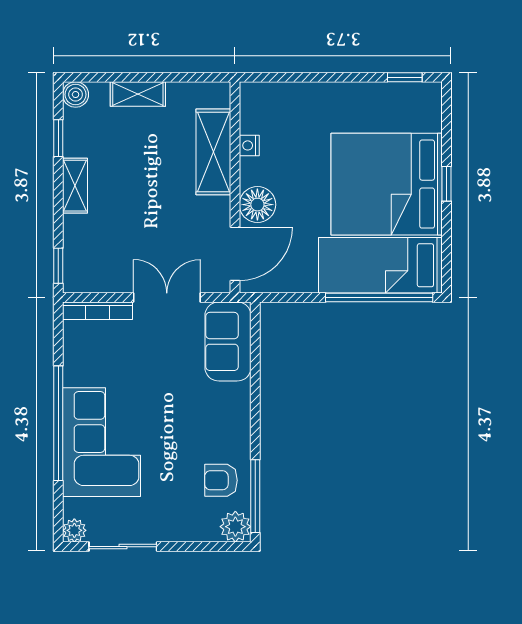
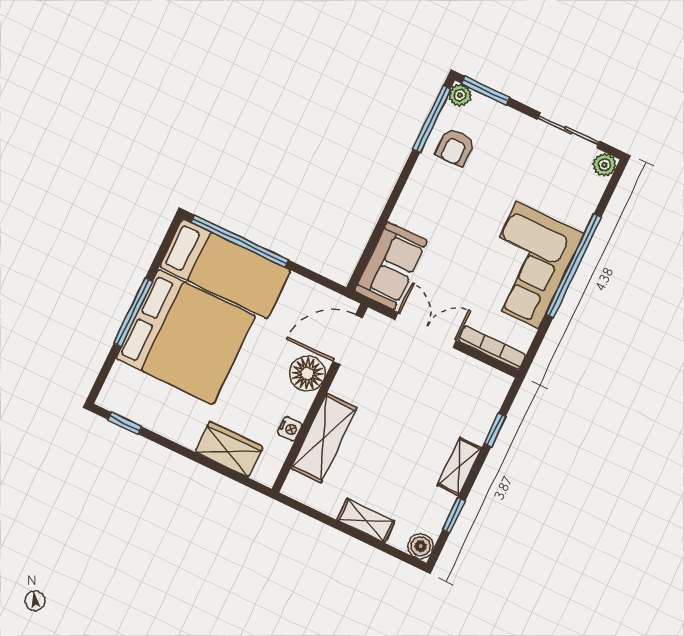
wardrobe: (297, 99) -> (229, 449), added
window: (446, 184) -> (133, 312), width x2.17
window: (58, 266) -> (495, 430), moved
double door: (167, 297) -> (426, 330), swing flipped
corner sofa: (101, 442) -> (527, 265), moved
armchair: (221, 480) -> (455, 147), turned 90
plant: (235, 527) -> (460, 95), width x0.73, depth x0.73
window: (218, 547) -> (486, 91), added

